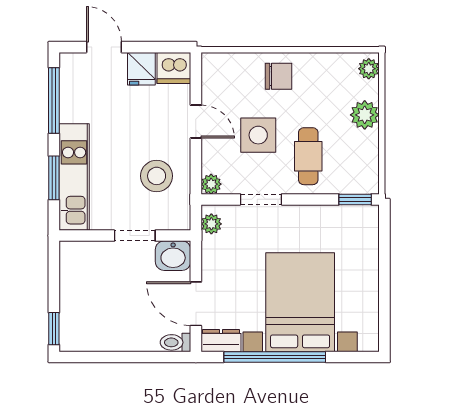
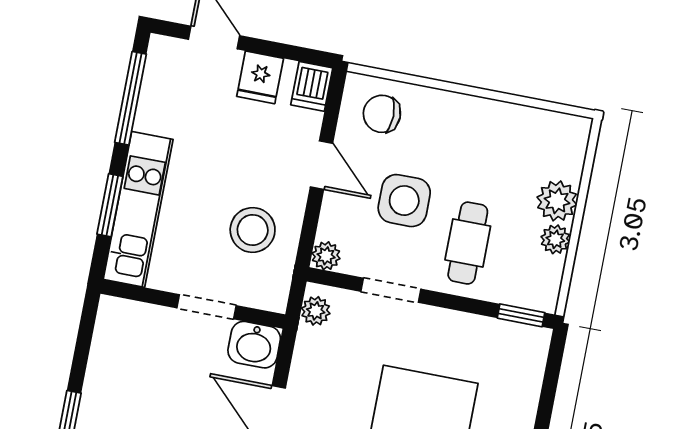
dishwasher: (174, 68) -> (312, 86), width x0.73
plant: (369, 69) -> (555, 239), moved
chair: (279, 76) -> (382, 114), moved, turned 180

